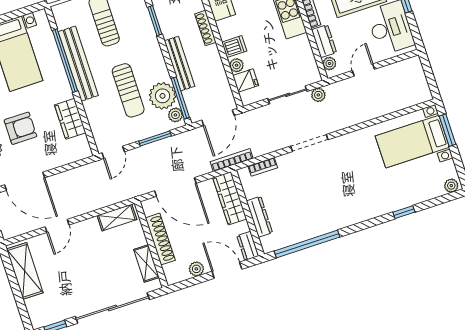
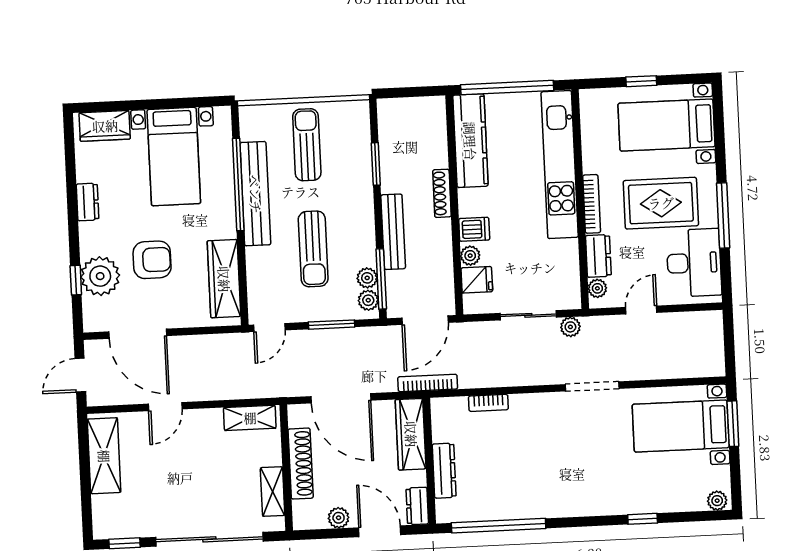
plant: (163, 96) -> (367, 278), width x0.53, depth x0.53
wardrobe: (70, 119) -> (224, 279), width x1.50
doorway: (309, 143) -> (592, 386), moved
bookcase: (263, 167) -> (488, 403), moved

